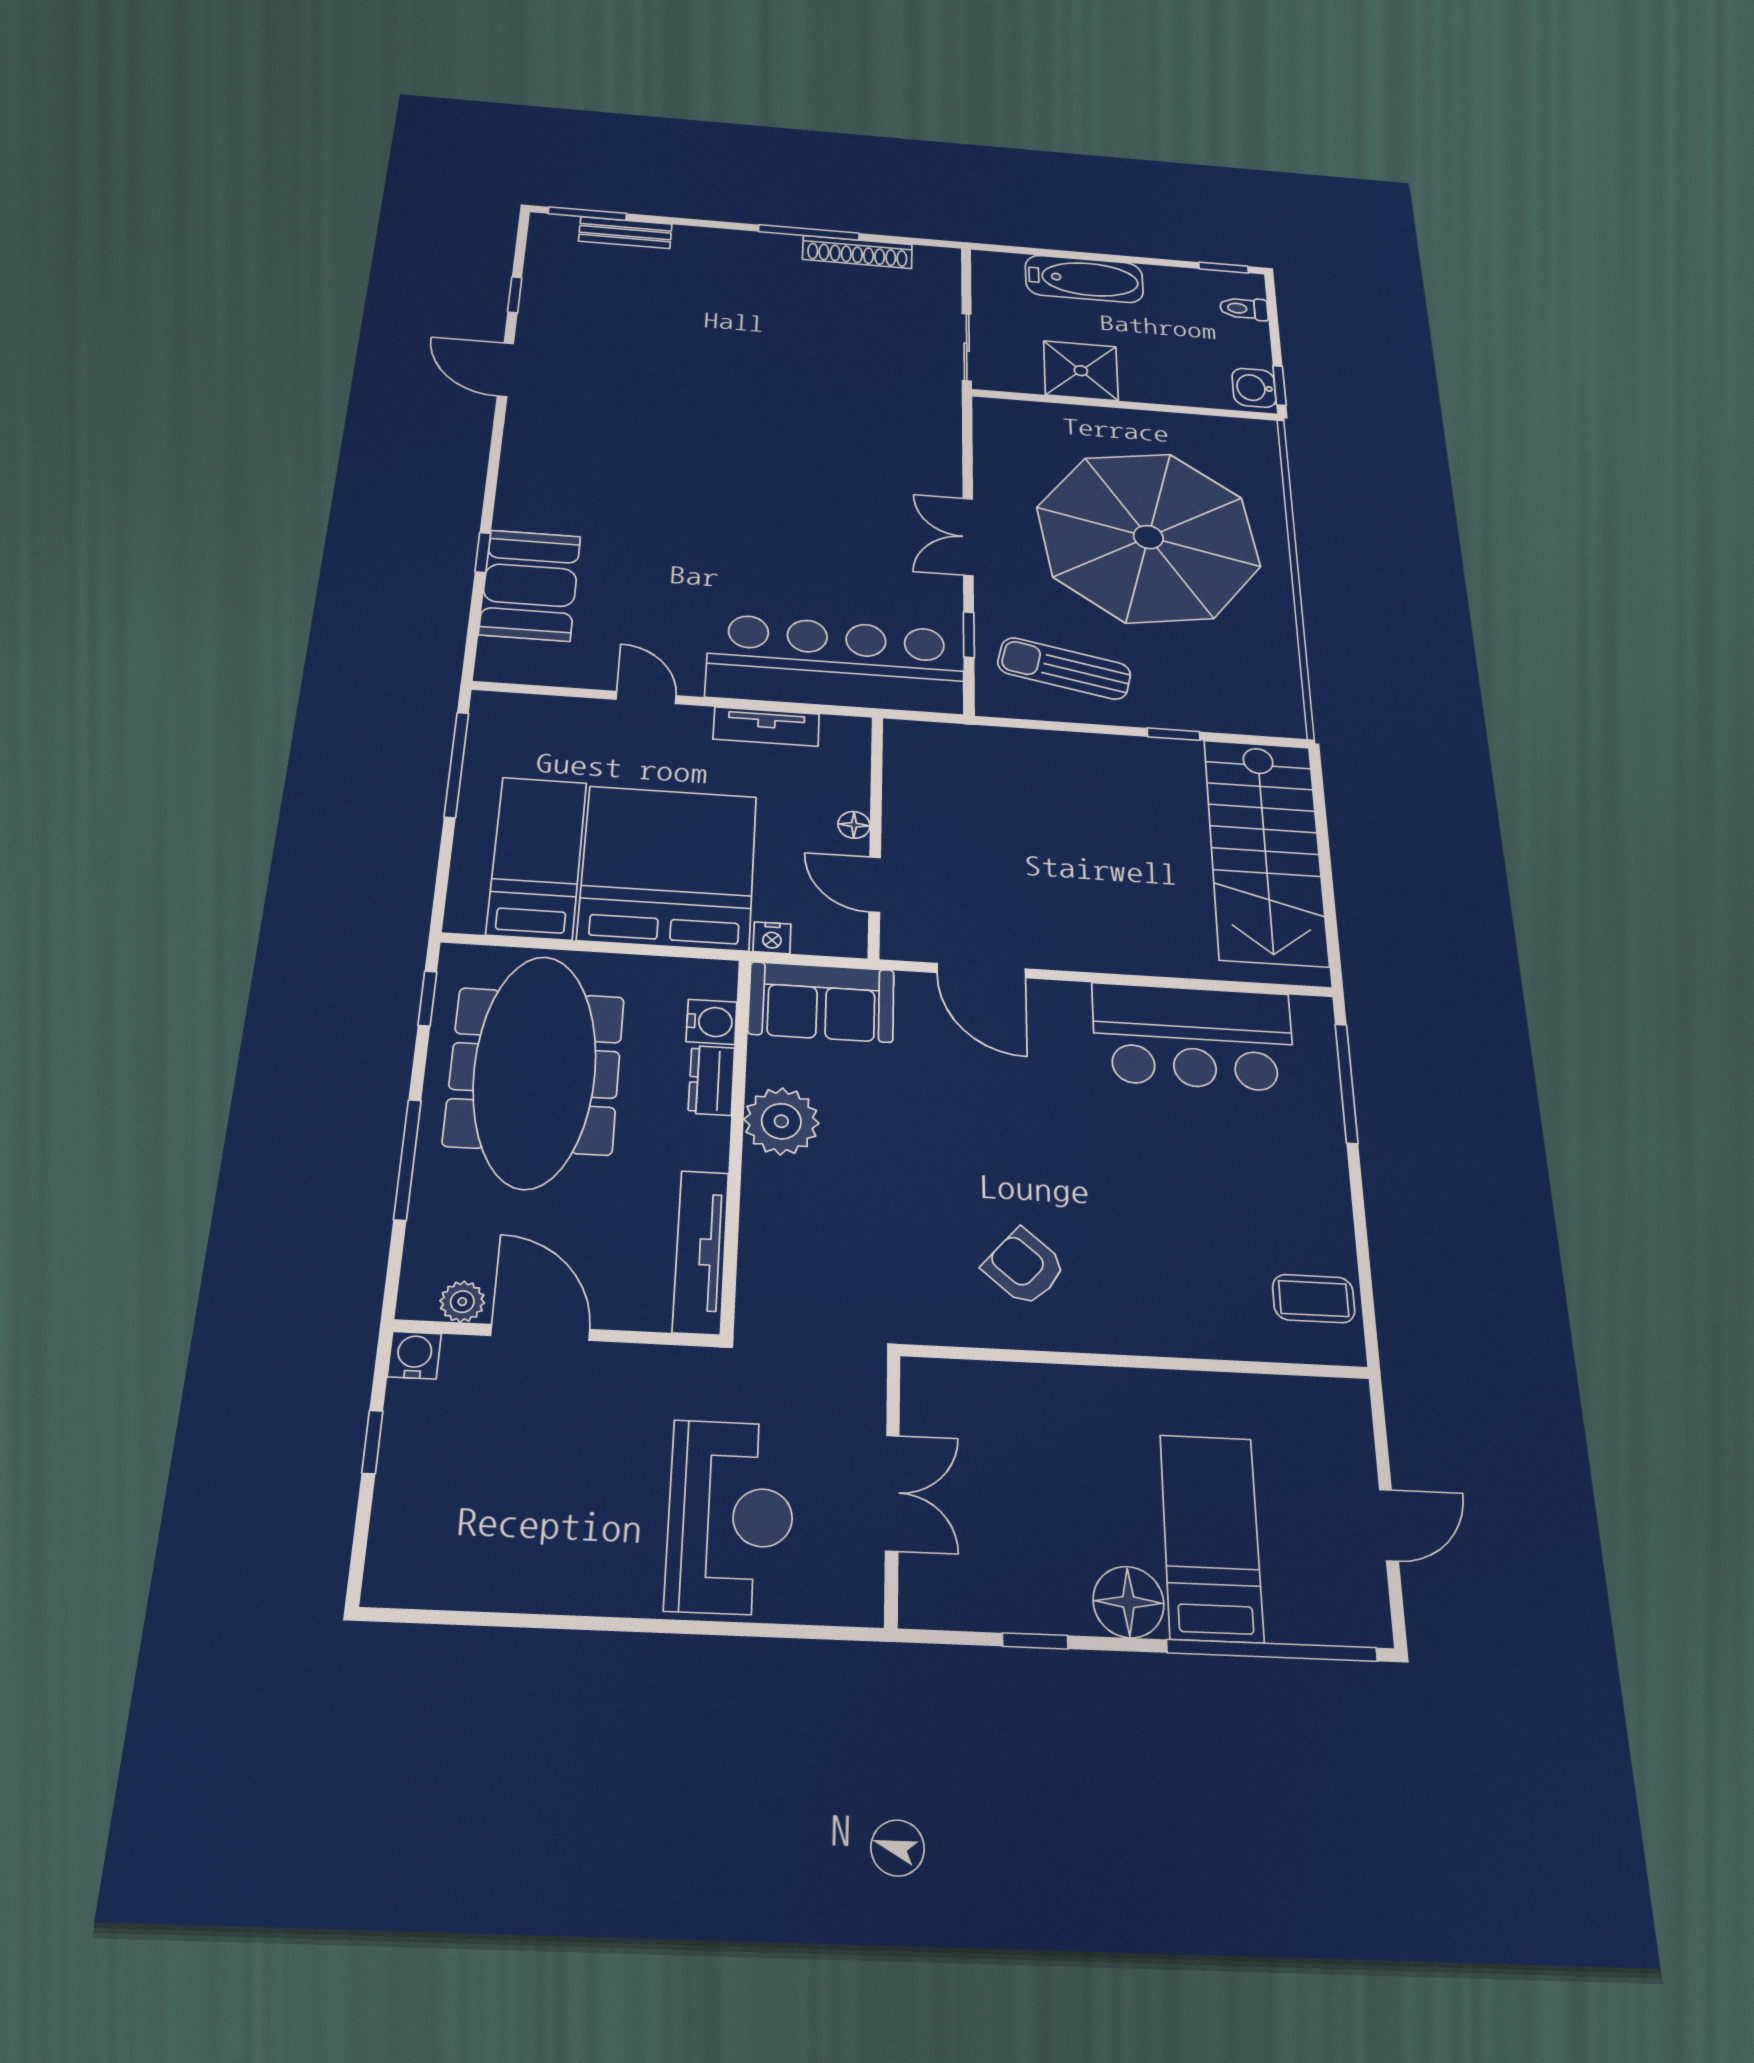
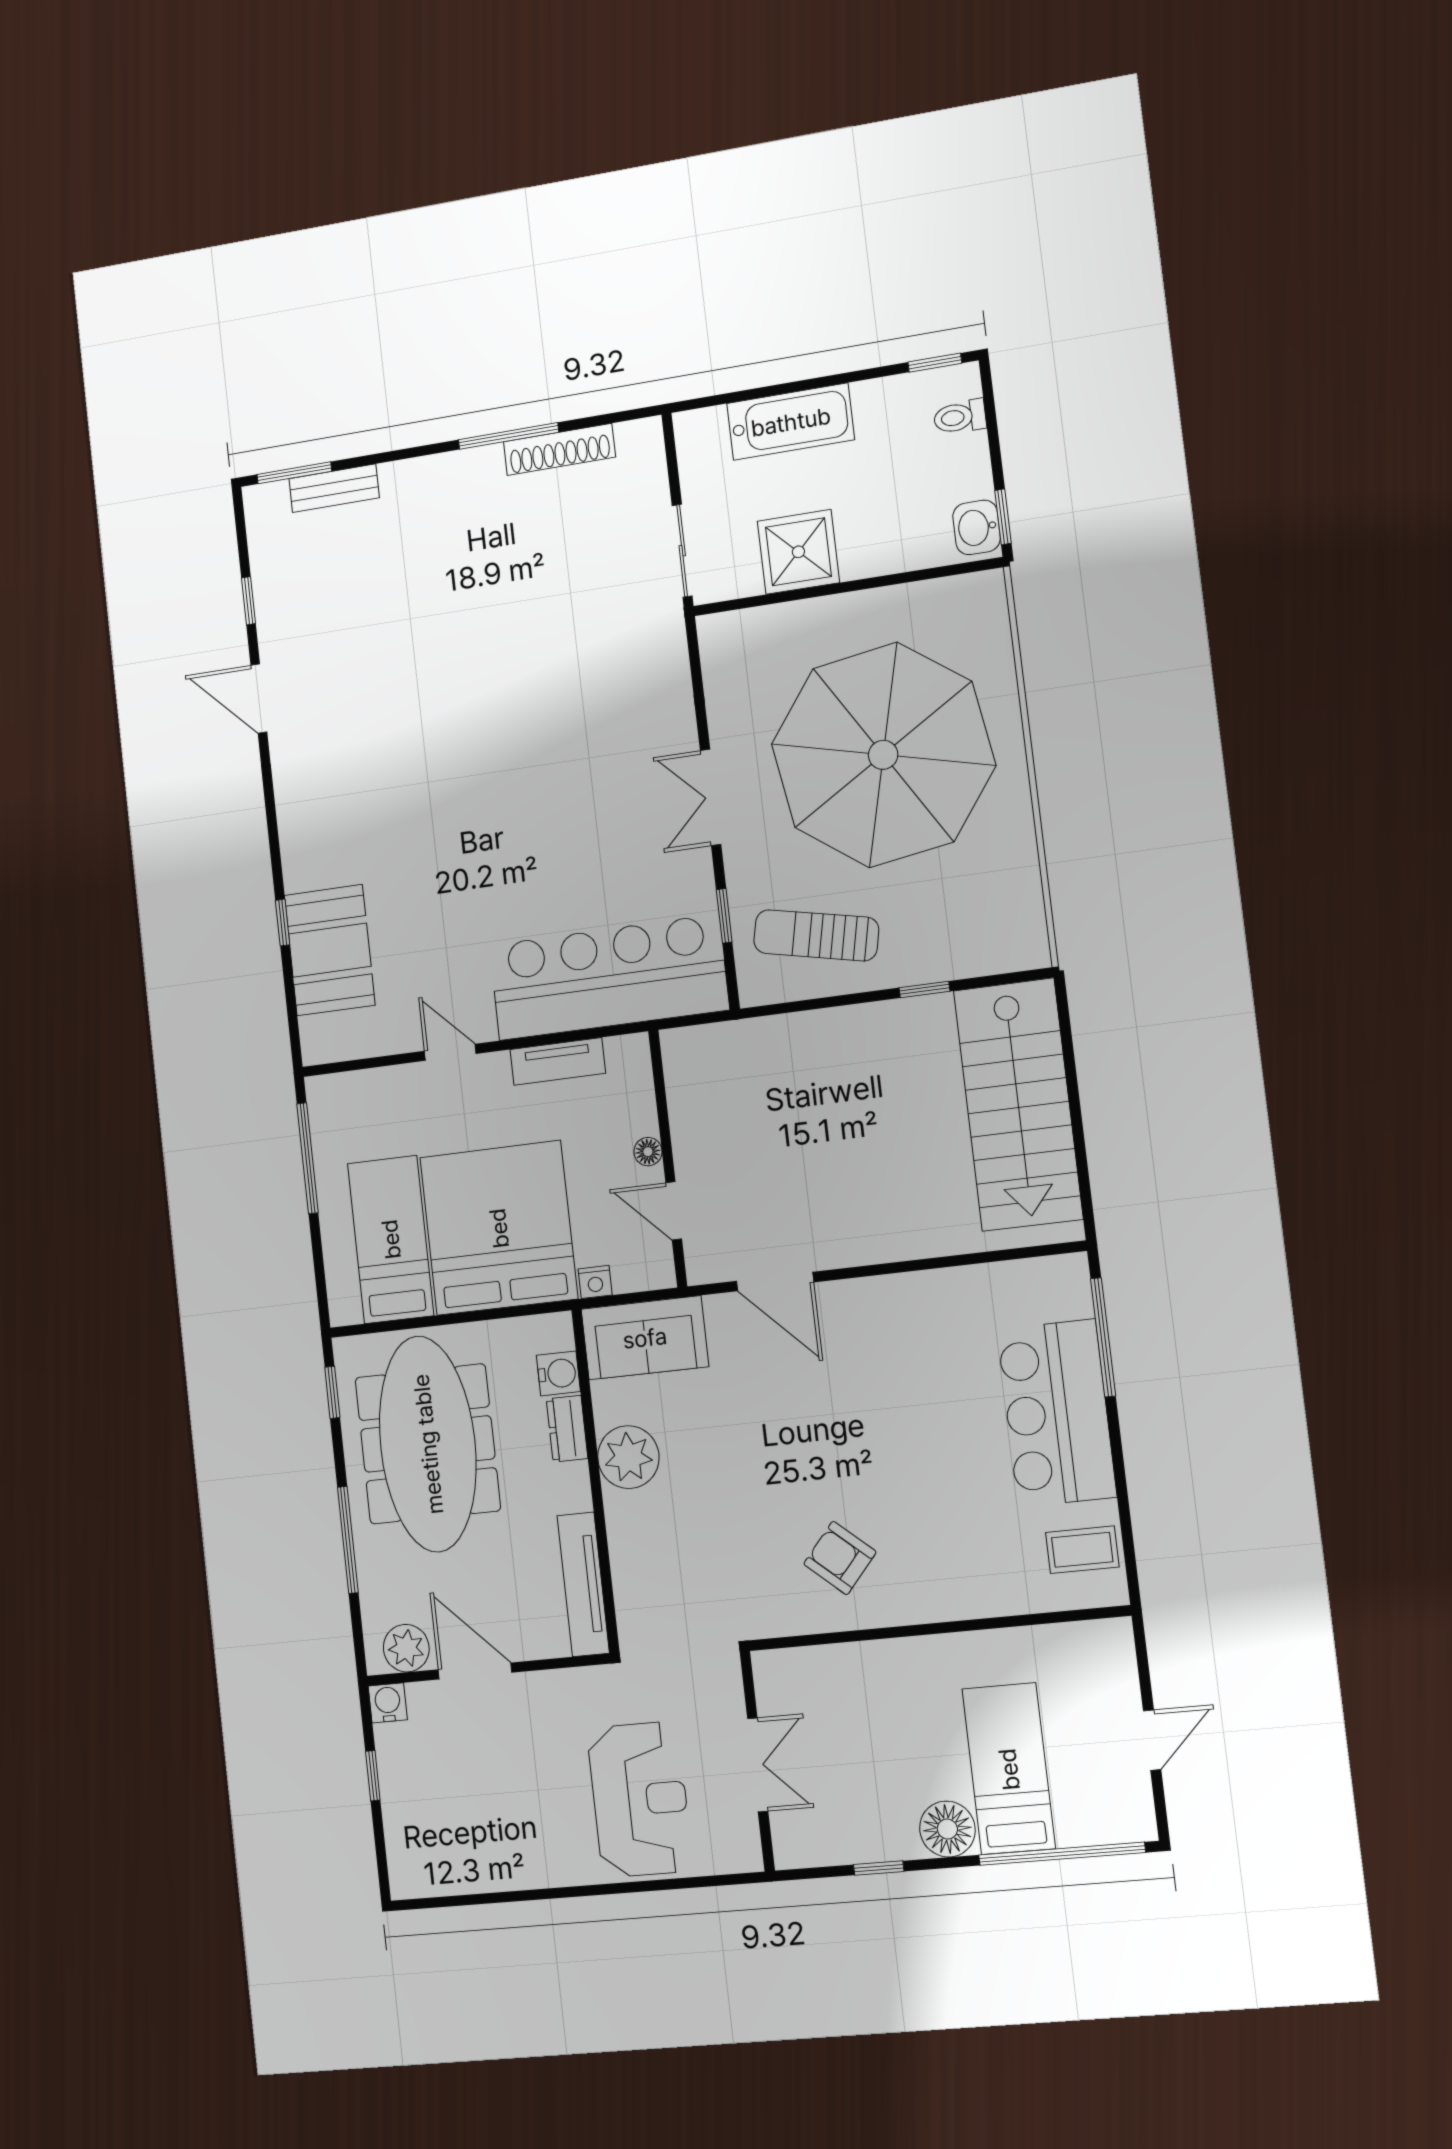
bar counter: (1193, 1037) -> (1057, 1413), moved, turned 90
plant: (462, 1302) -> (406, 1648), width x1.38, depth x1.38

